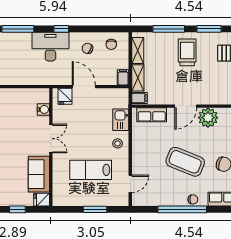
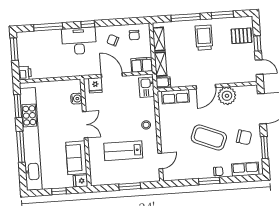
filing cabinet: (123, 77) -> (142, 65), width x2.00
kitchen sink: (121, 120) -> (147, 87), moved
window: (182, 209) -> (209, 181), width x0.47

